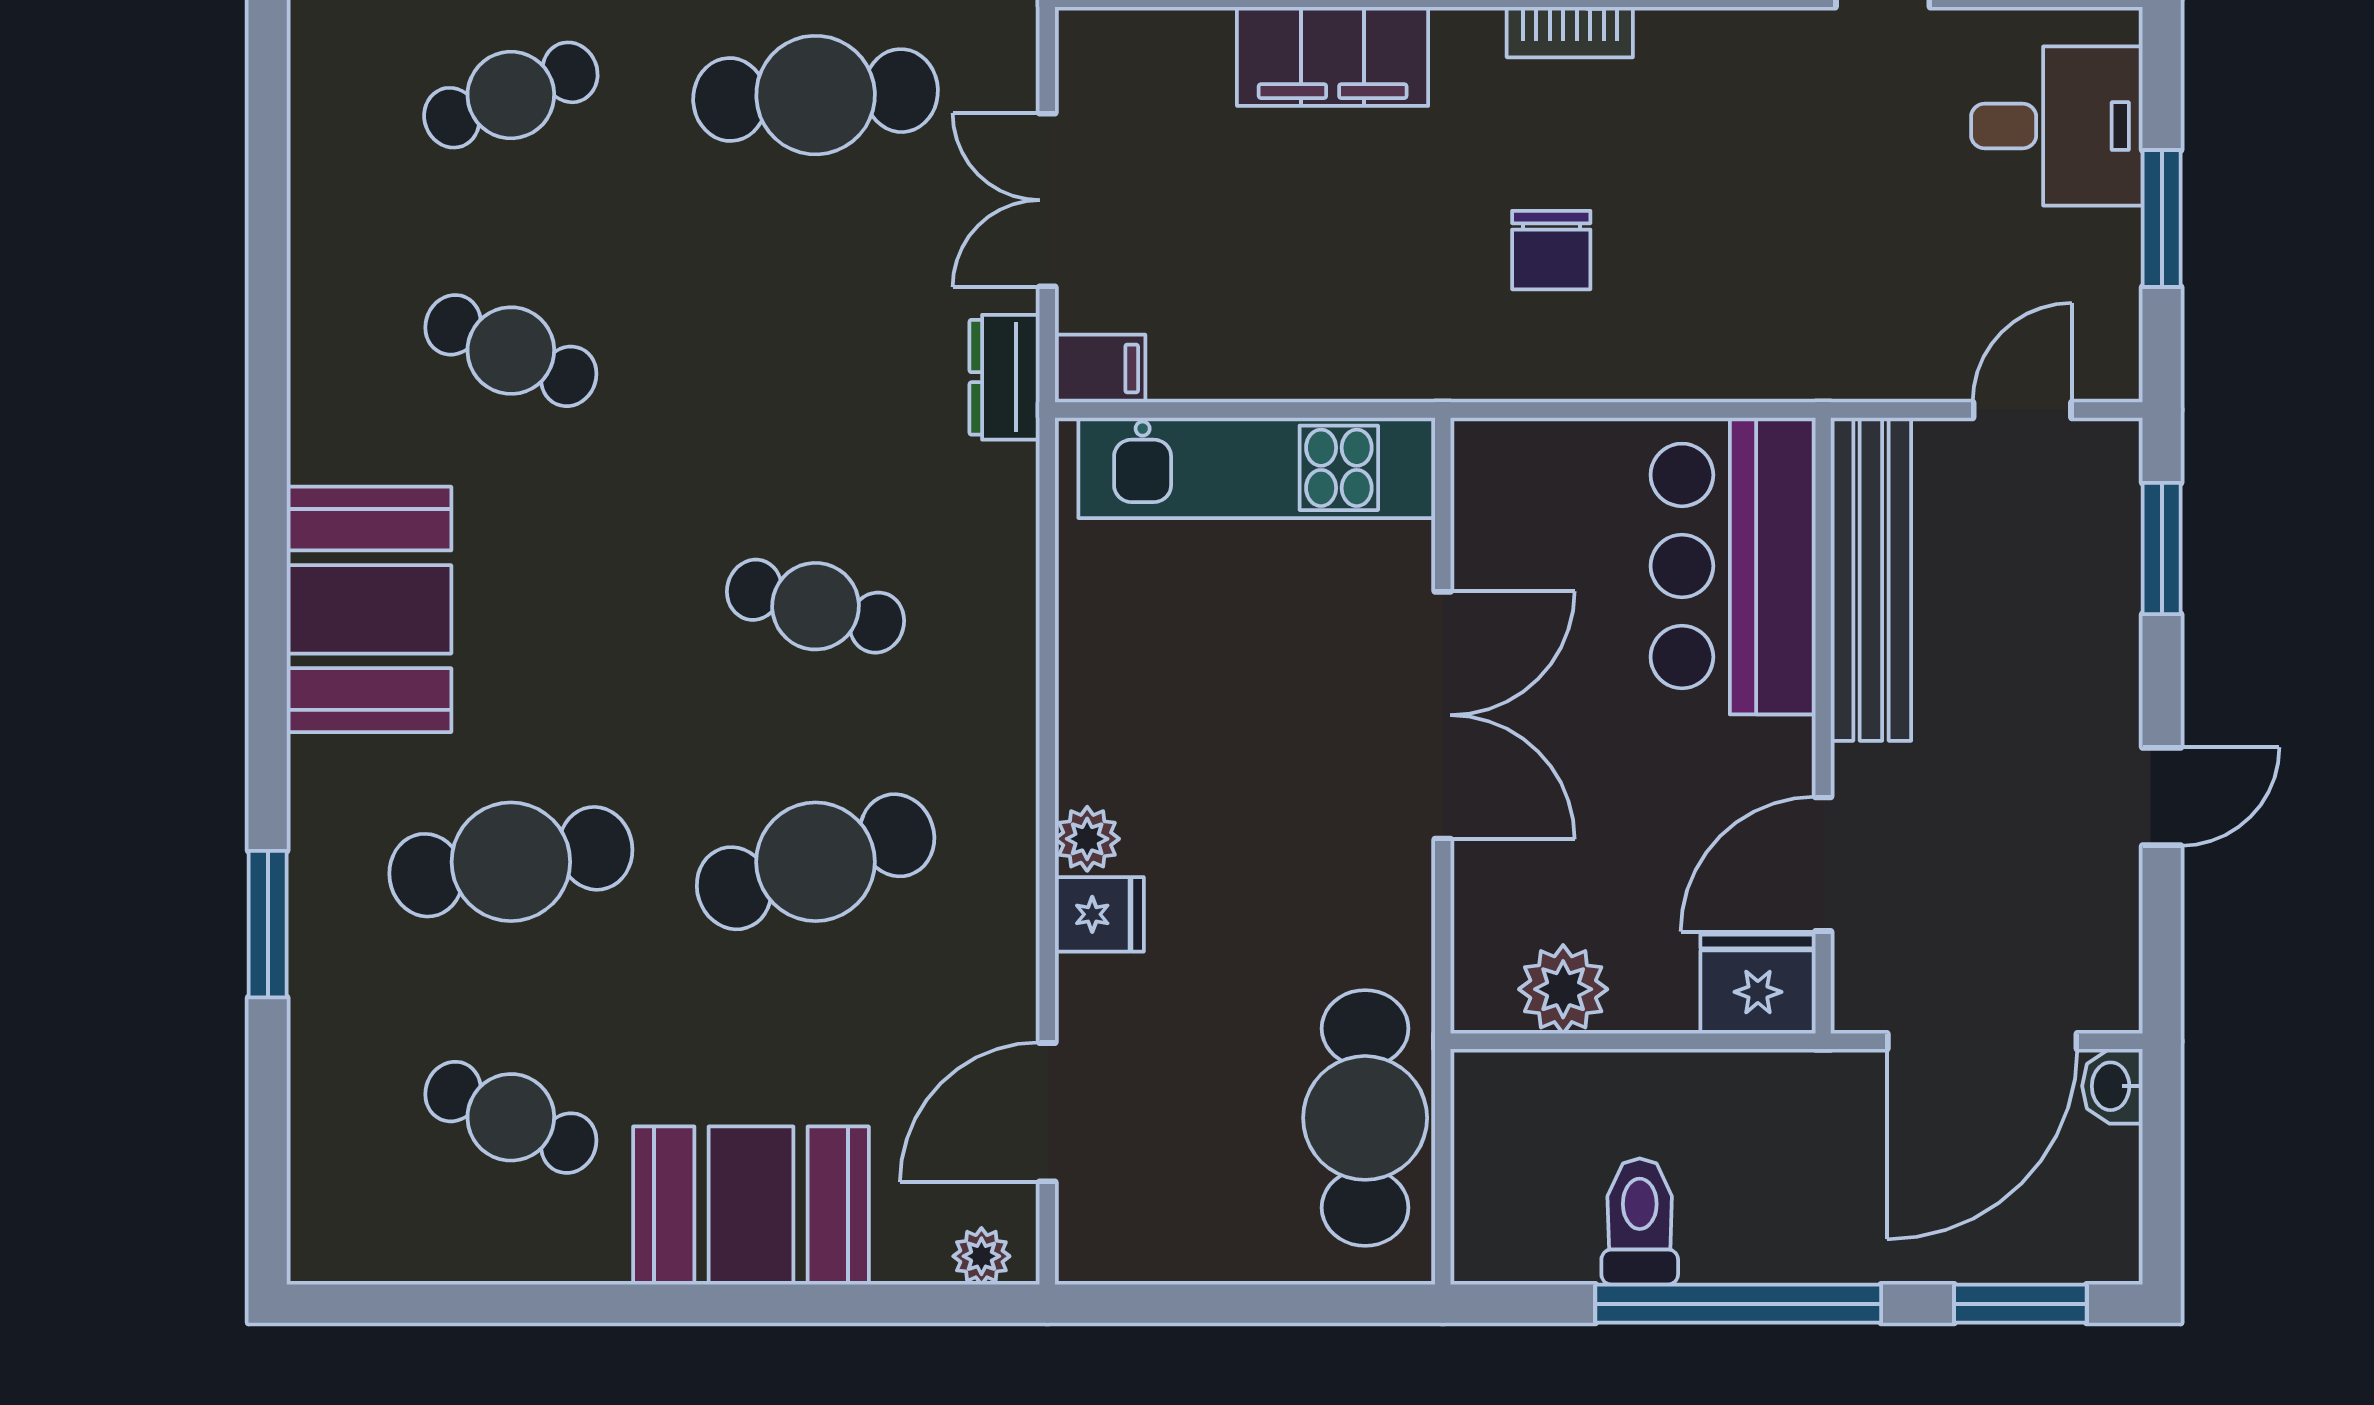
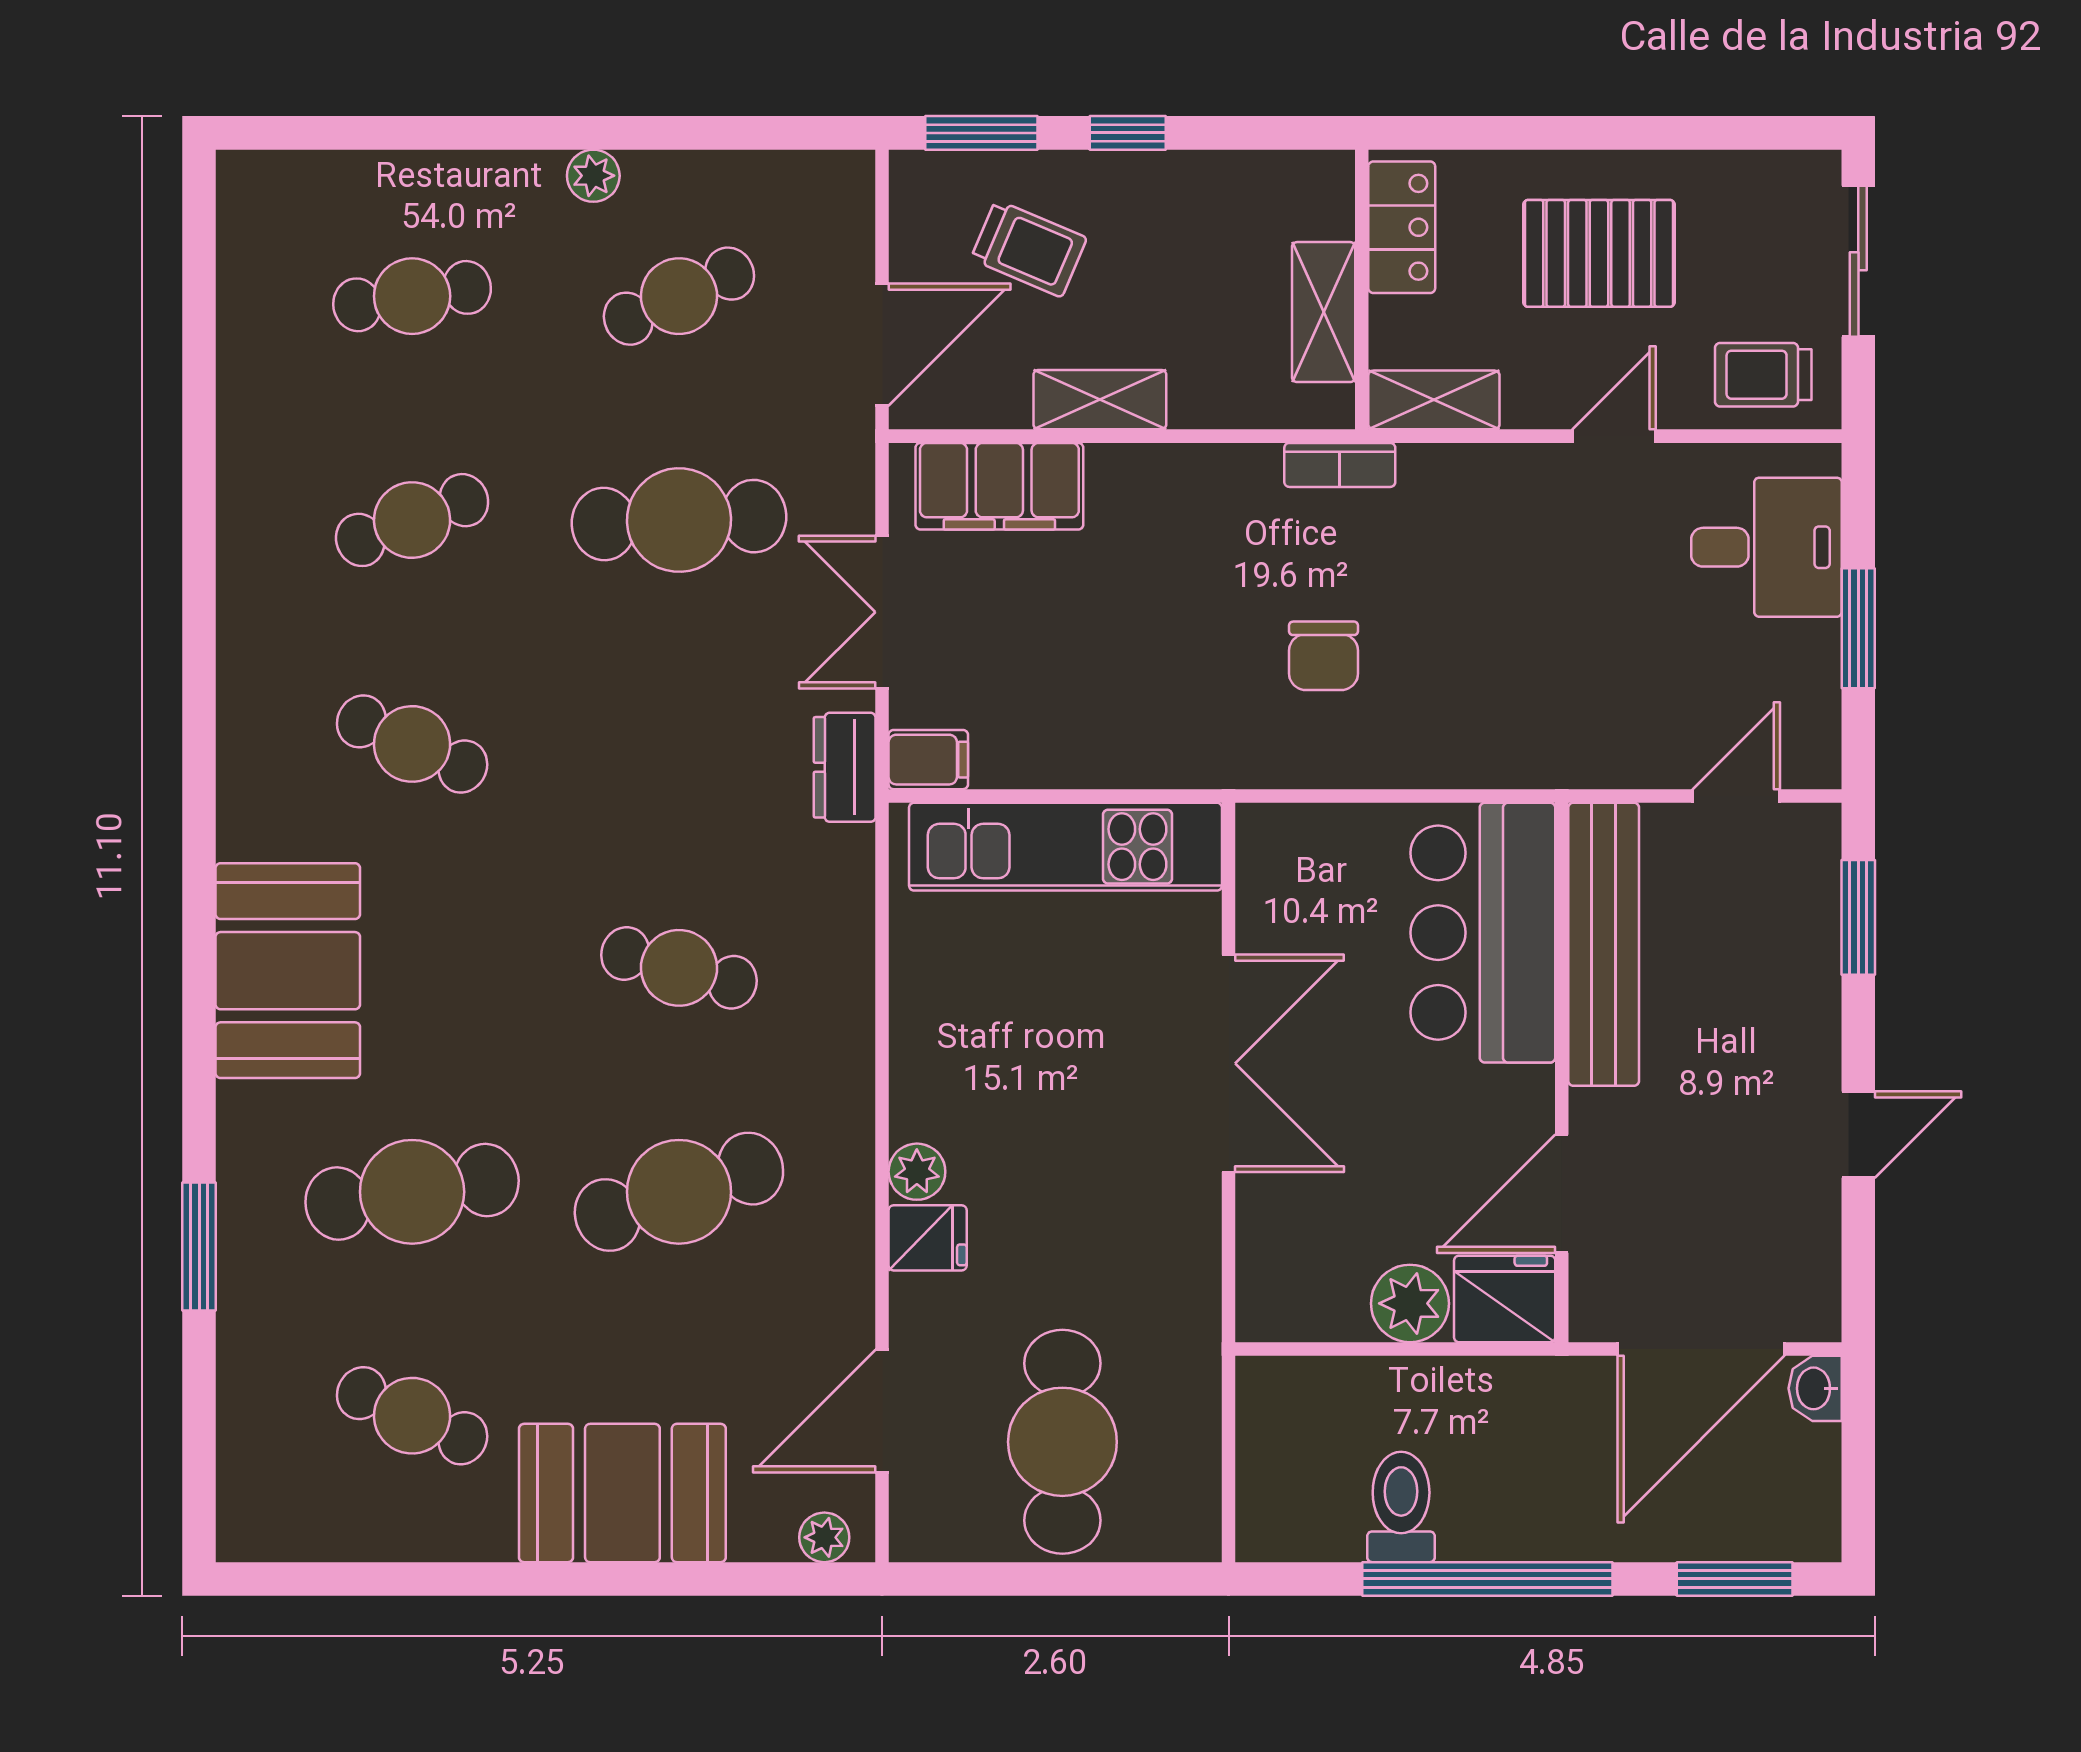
filing cabinet: (1333, 56) -> (999, 486), moved
plant: (1563, 989) -> (1410, 1303), moved
cafe table: (1365, 1118) -> (1062, 1442), moved

